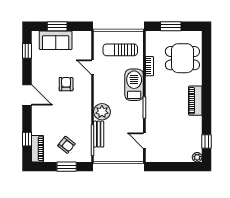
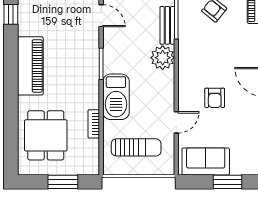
sofa: (56, 40) -> (206, 162), moved
dining table: (182, 58) -> (46, 135), turned 90
door: (93, 67) -> (176, 122), hinge flipped
piano: (195, 101) -> (30, 66), width x1.37, depth x1.33

